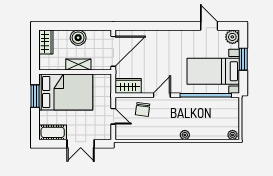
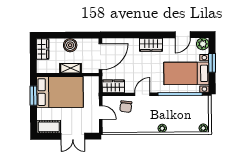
door: (209, 26) -> (183, 35), swing flipped
wardrobe: (172, 38) -> (151, 45), added

